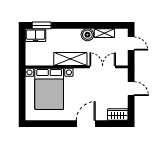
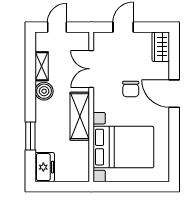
window: (42, 25) -> (30, 136), moved
chair: (89, 94) -> (131, 89), added

